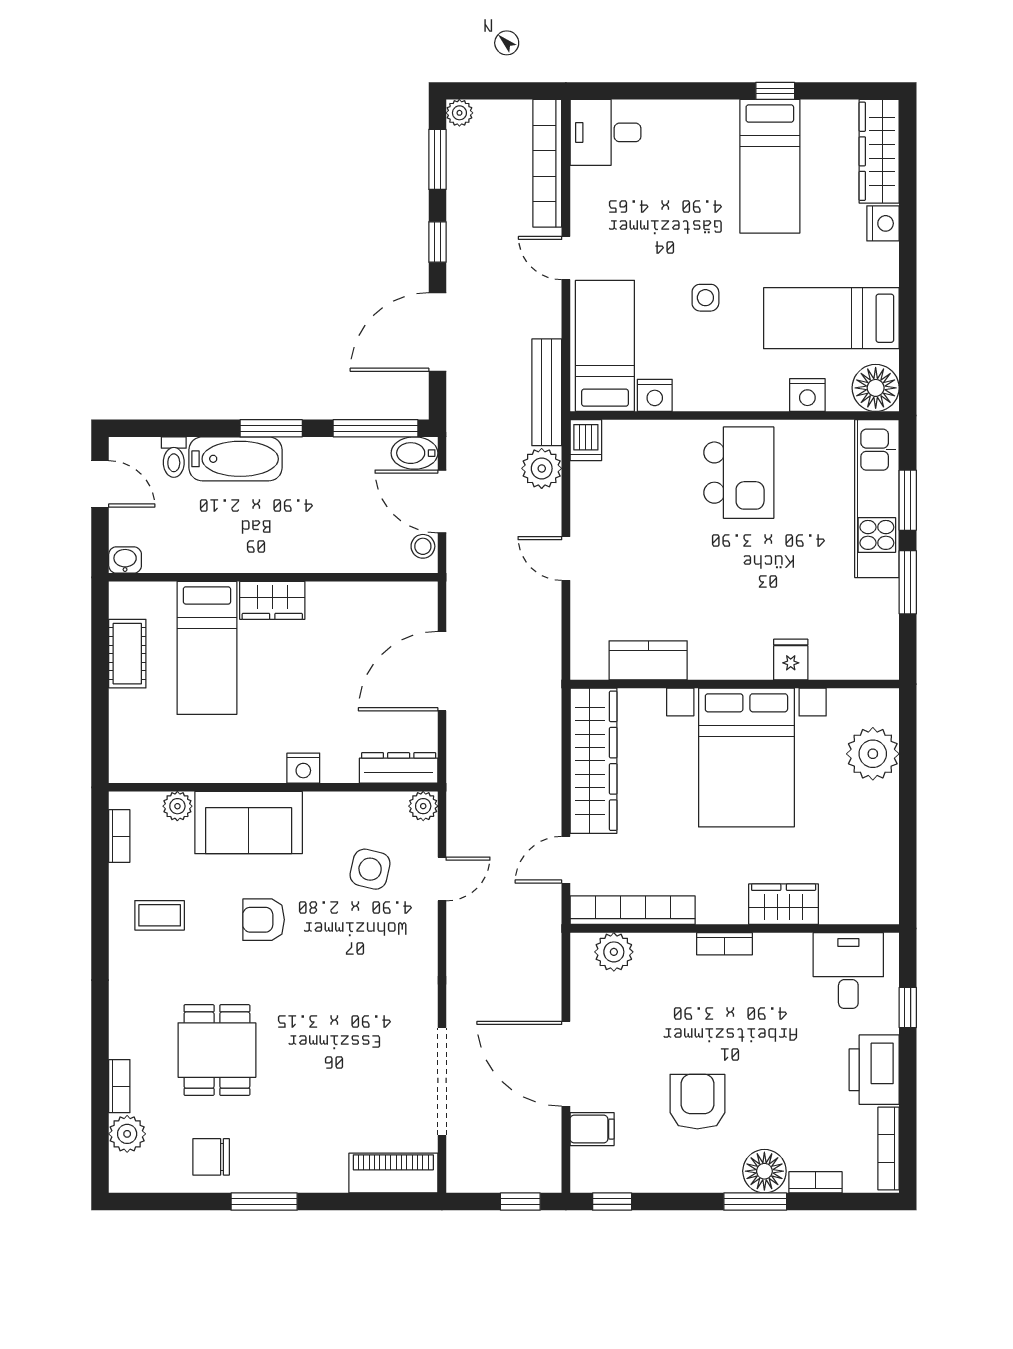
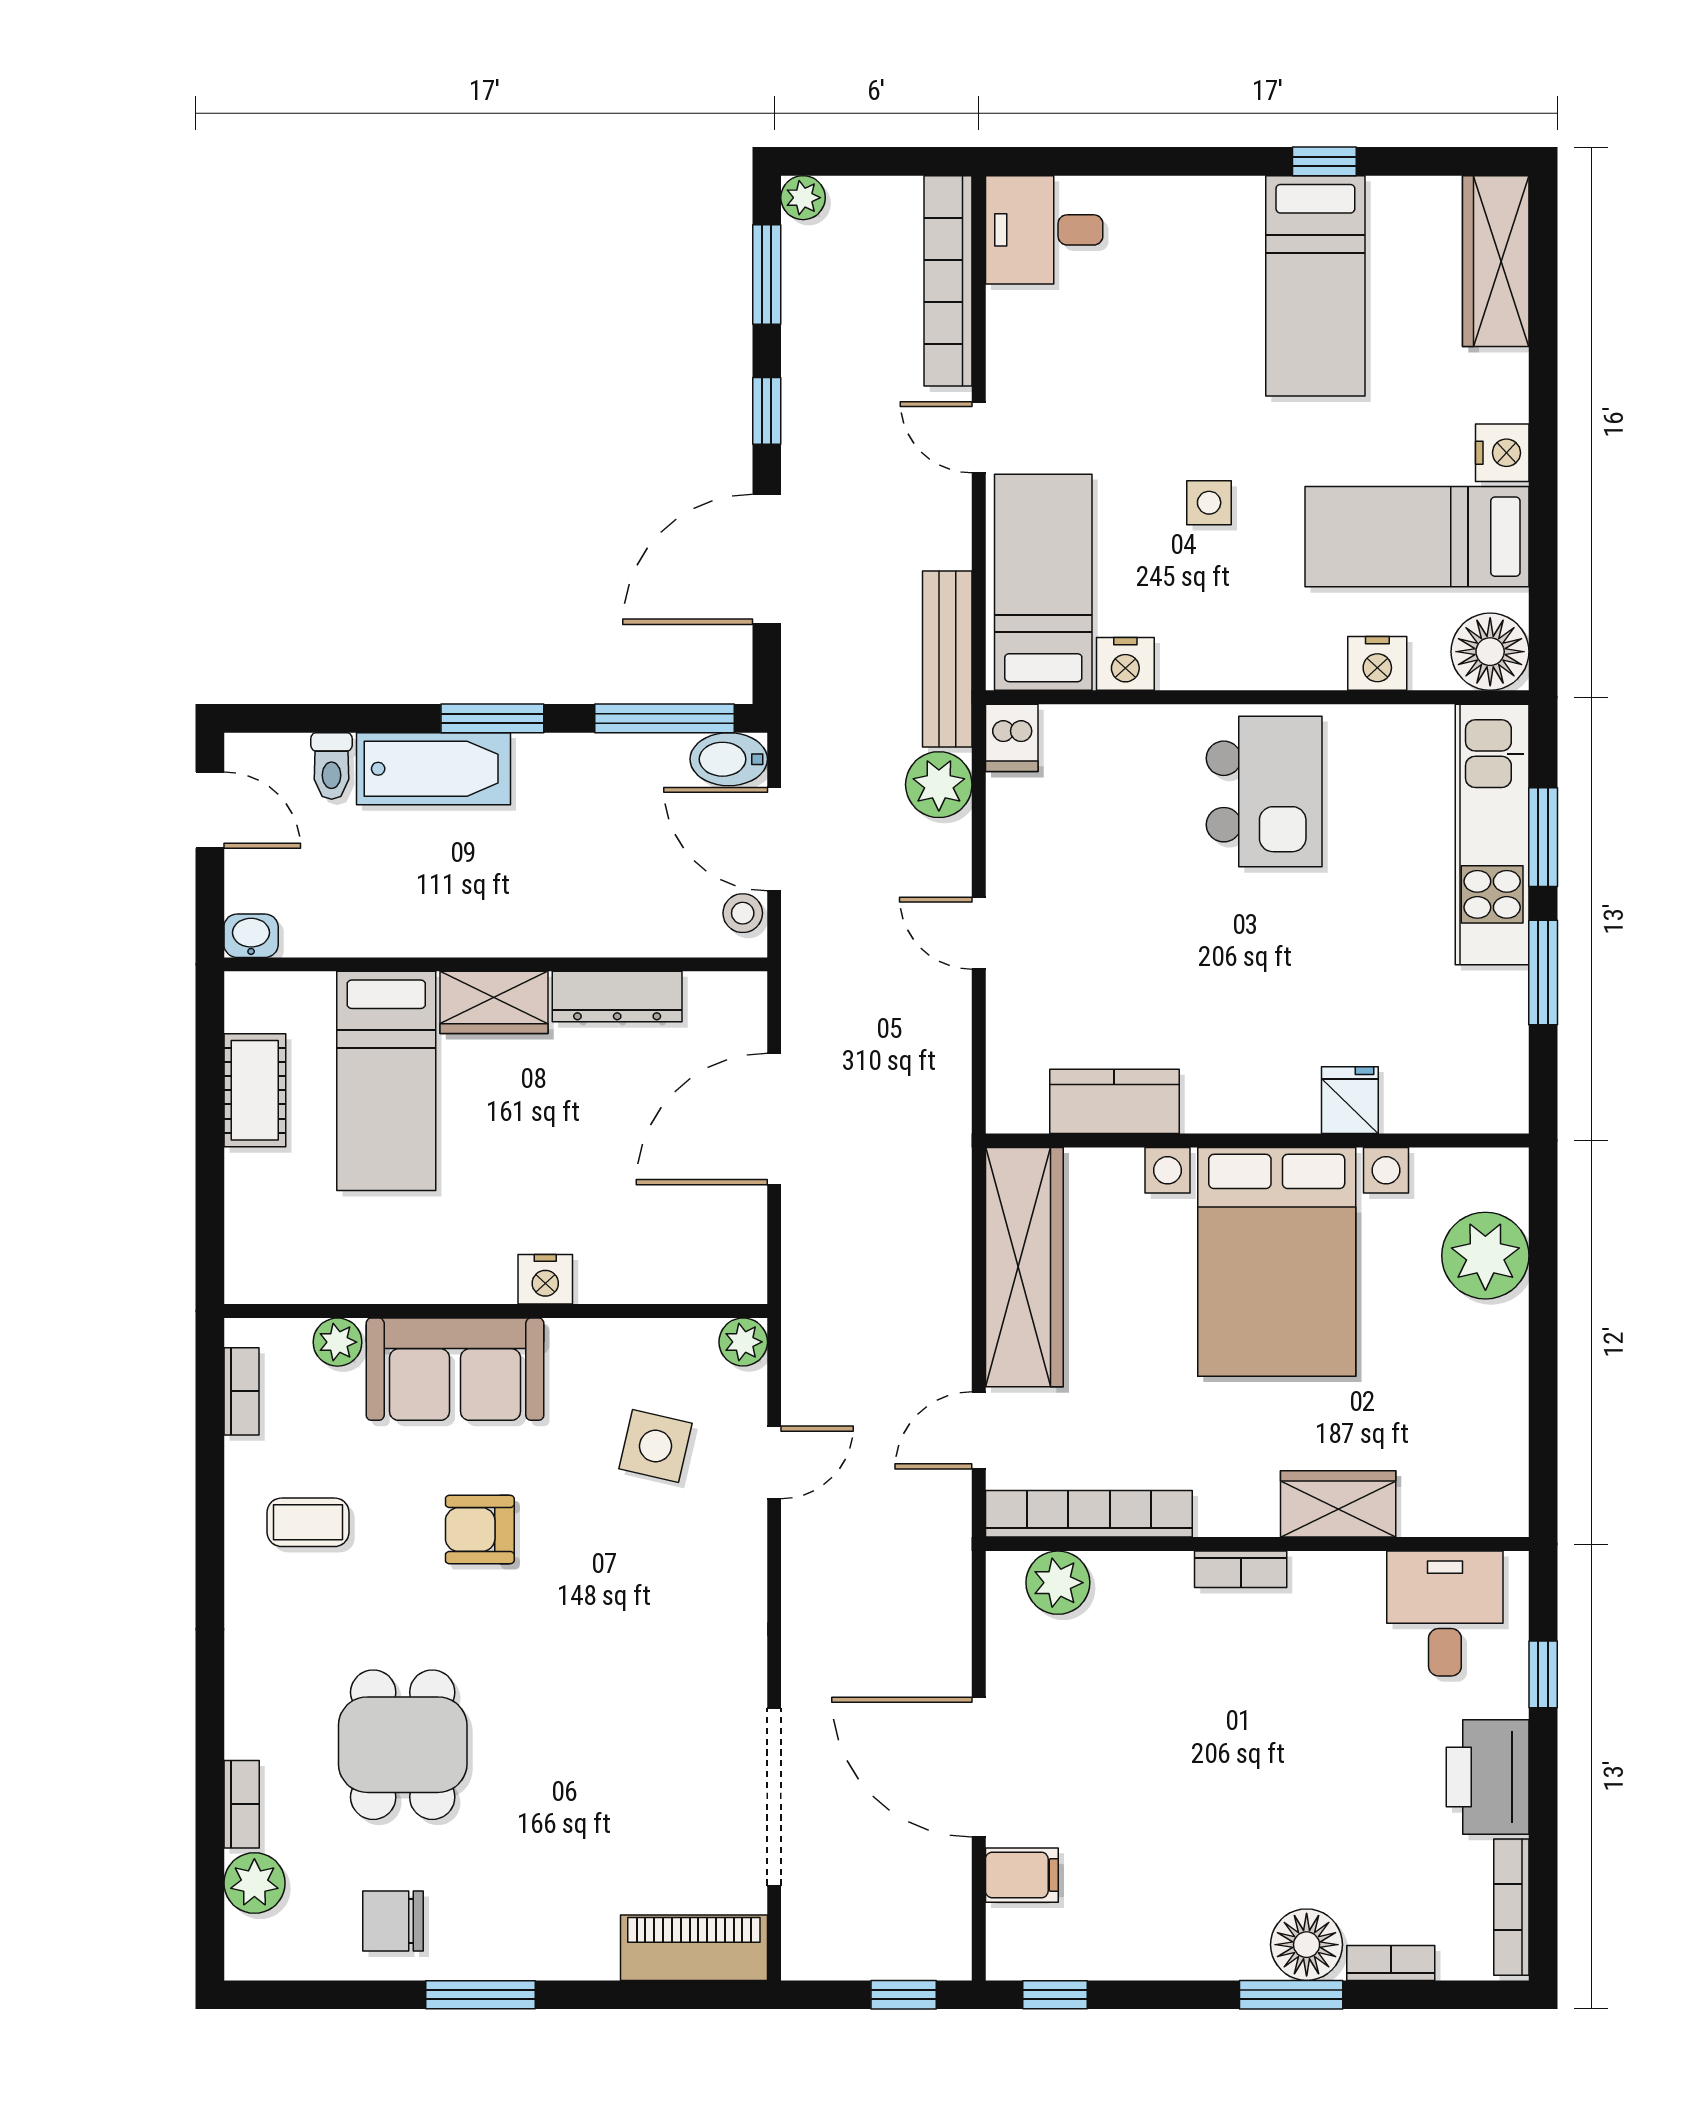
nightstand: (883, 223) -> (1502, 453), moved
dresser: (399, 768) -> (617, 997), moved, turned 180
armchair: (697, 1102) -> (1196, 1830), removed

